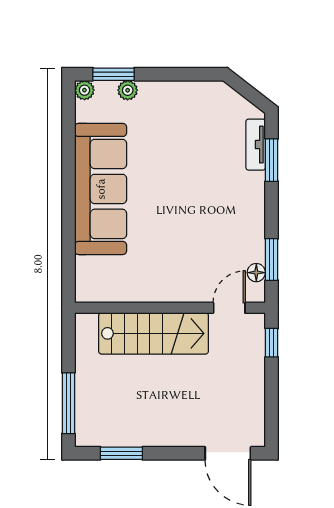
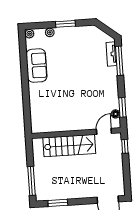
window: (114, 74) -> (65, 24), moved
window: (272, 160) -> (119, 61), width x1.44
sofa: (101, 189) -> (37, 66), width x0.54, depth x0.79

